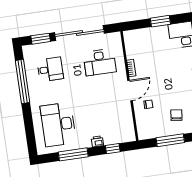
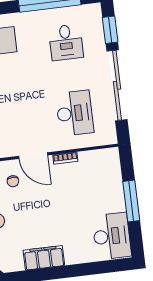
window: (160, 21) -> (131, 201), width x1.44
desk: (100, 62) -> (75, 113), turned 180

